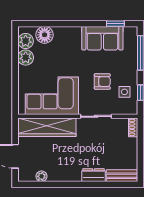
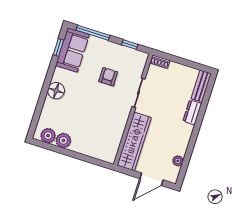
floor lamp: (45, 35) -> (56, 91), moved
sofa: (102, 38) -> (72, 50), moved
side table: (124, 92) -> (124, 59), removed
corner sofa: (52, 96) -> (106, 127), removed

